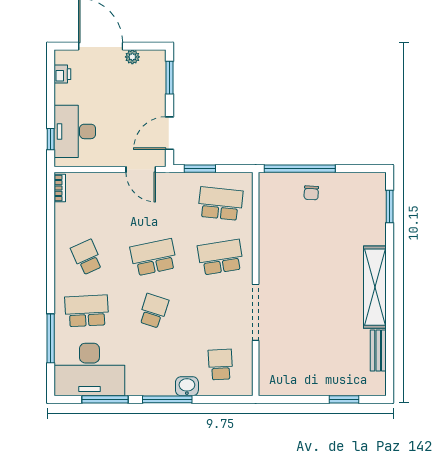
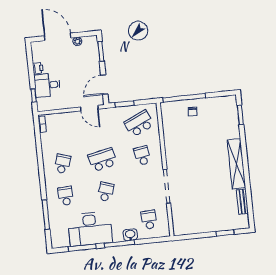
printer: (62, 74) -> (38, 68), moved
desk: (75, 131) -> (47, 85), width x0.73
school desk: (220, 204) -> (139, 124), turned -30
school desk: (87, 257) -> (62, 164), turned 42
school desk: (220, 257) -> (142, 156), width x0.54
school desk: (87, 311) -> (66, 196), width x0.54
desk: (89, 369) -> (90, 229), moved

